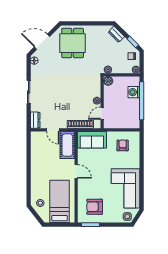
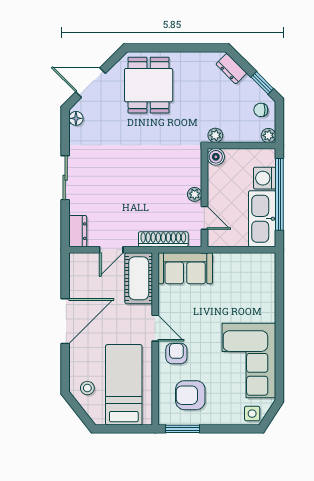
door: (102, 113) -> (204, 218), swing flipped
kitchen sink: (133, 114) -> (262, 219), added
door: (53, 130) -> (111, 250), hinge flipped
armchair: (123, 145) -> (176, 353), moved
door: (29, 168) -> (65, 321), added

